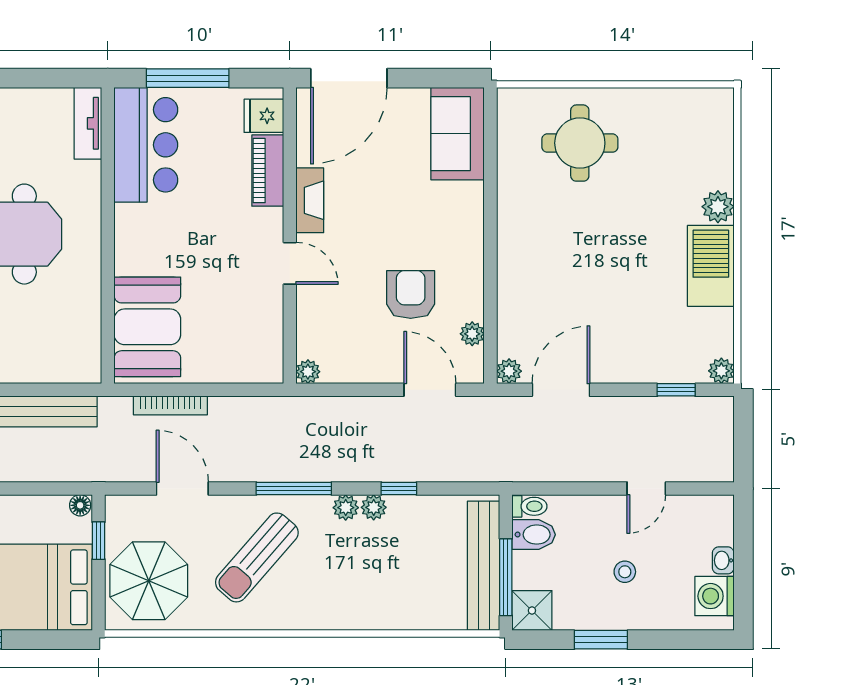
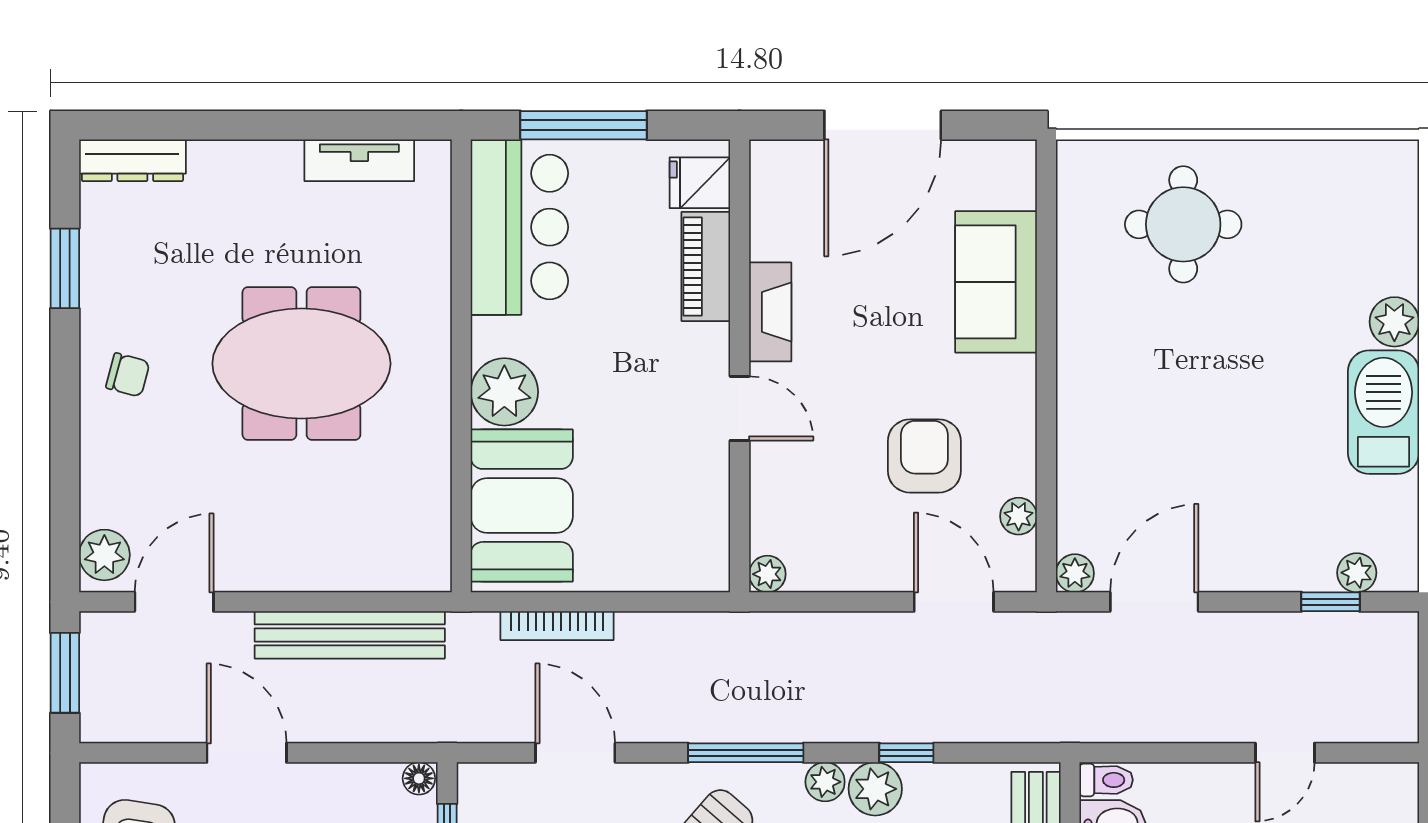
door: (349, 78) -> (883, 125), moved
tv unit: (88, 123) -> (359, 160), moved, turned -90
sofa: (457, 134) -> (996, 282), moved
plant: (136, 253) -> (504, 392), added
plant: (721, 371) -> (1357, 573), moved
plant: (374, 507) -> (875, 789), width x1.38, depth x1.38

